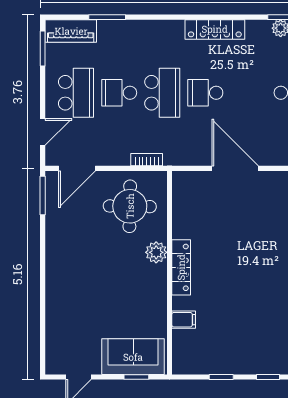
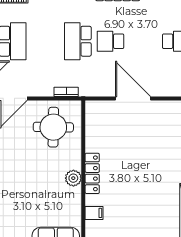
school desk: (119, 93) -> (45, 41), removed
school desk: (162, 93) -> (78, 41), turned 180
plant: (156, 252) -> (73, 178), moved

